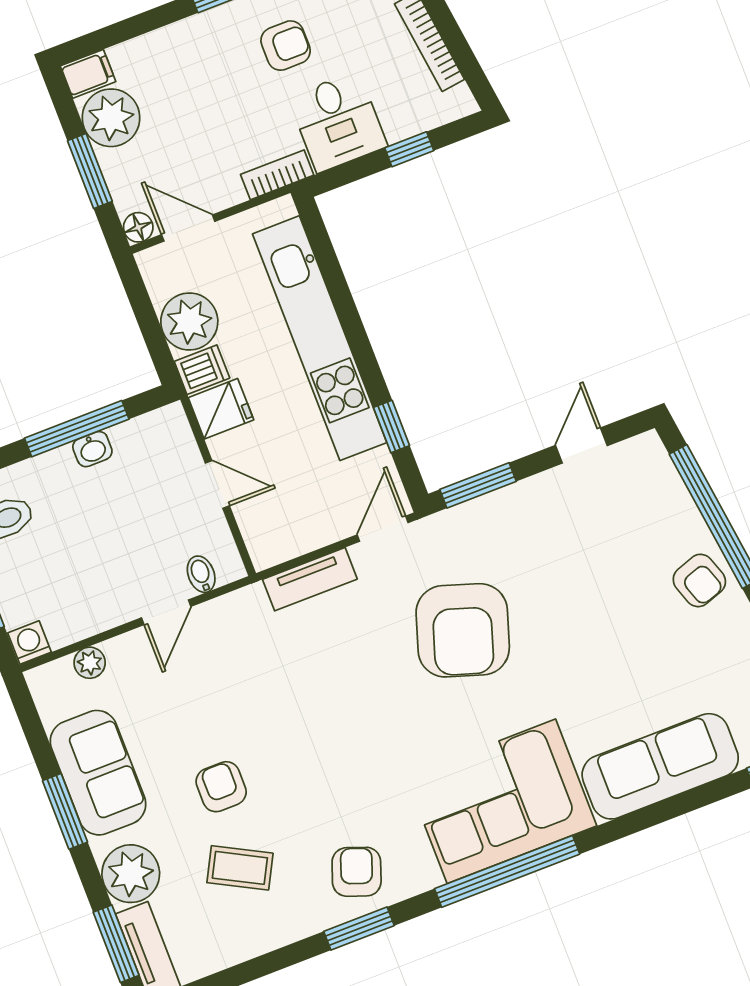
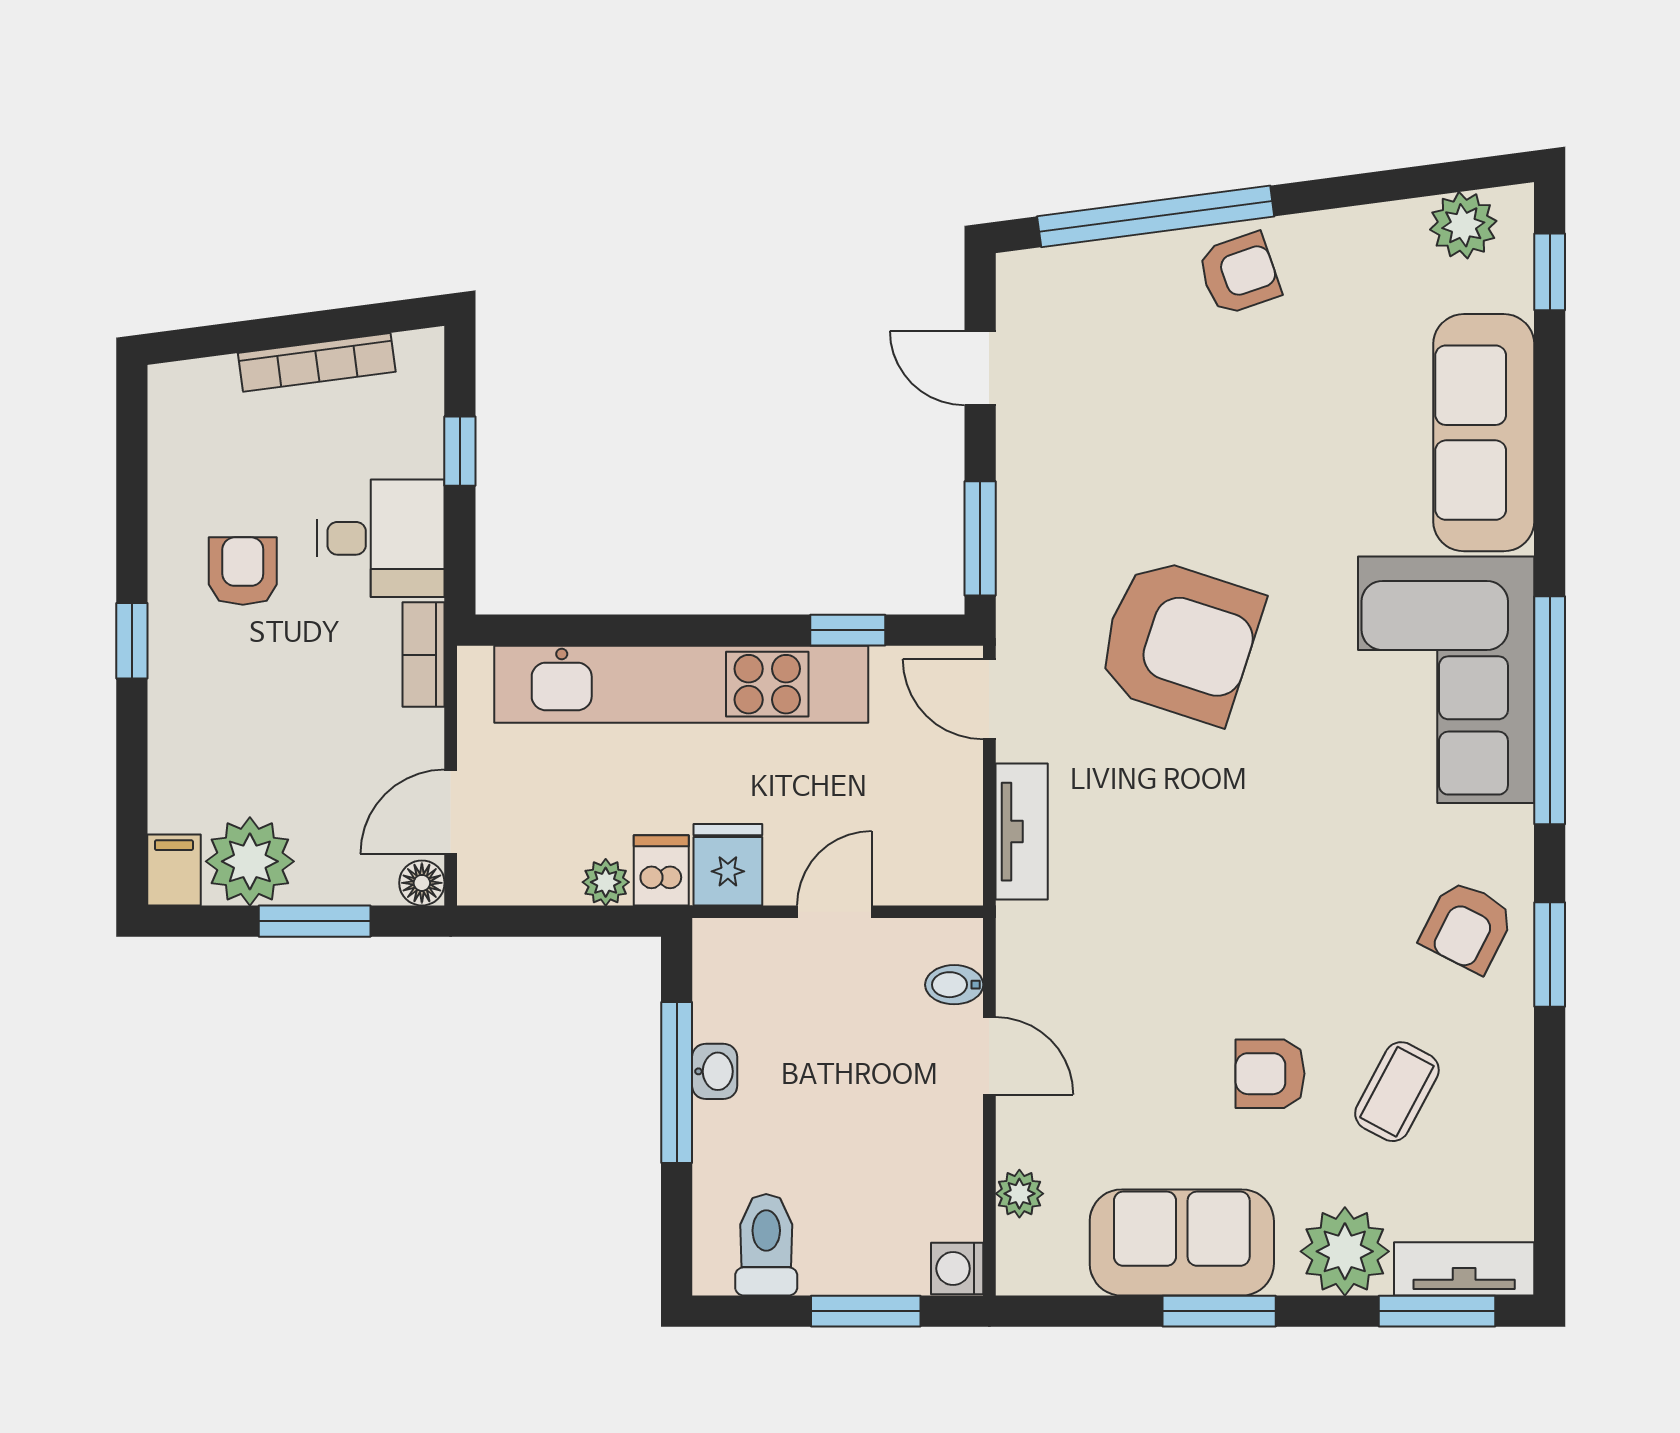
plant: (189, 321) -> (606, 882), width x0.53, depth x0.53
armchair: (357, 872) -> (1467, 926), turned -83

